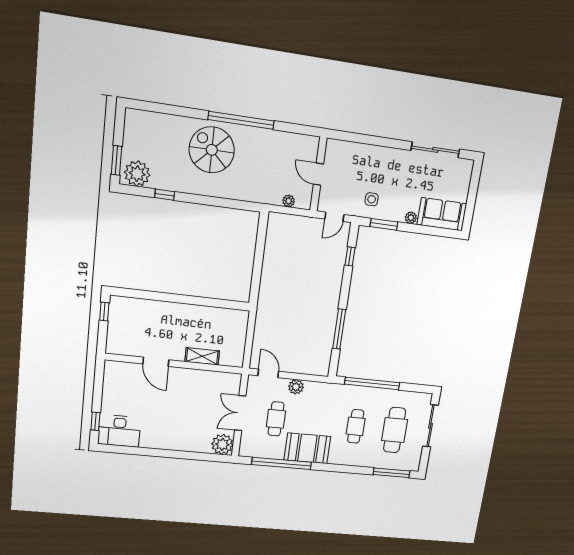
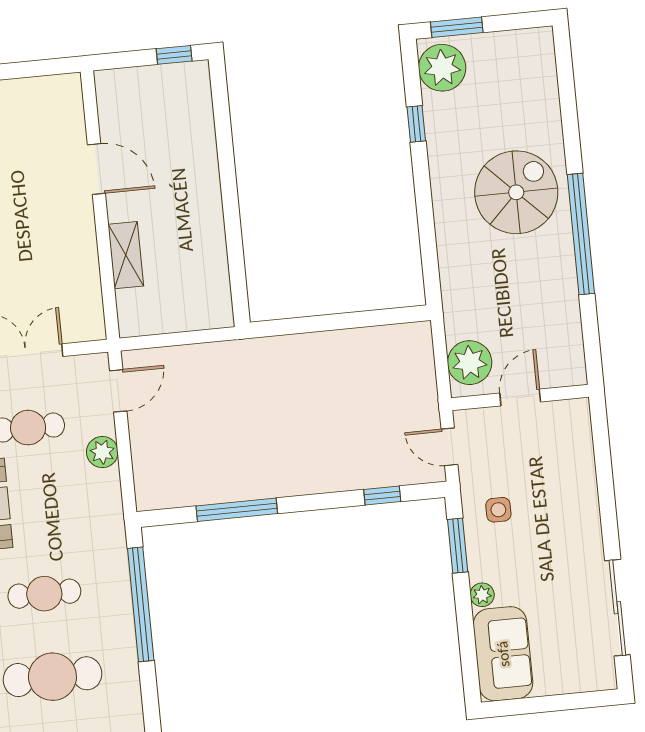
plant: (289, 201) -> (470, 363), width x1.88, depth x1.88
door: (156, 362) -> (96, 169), swing flipped

